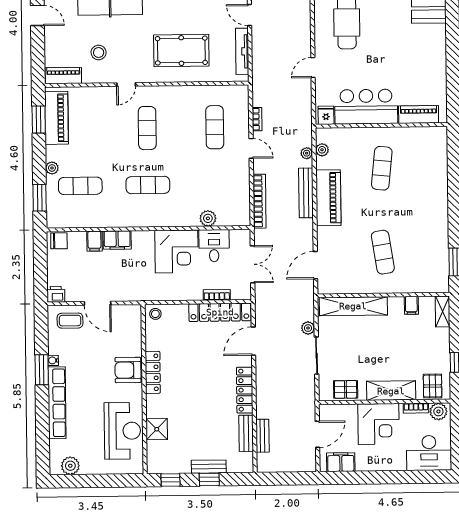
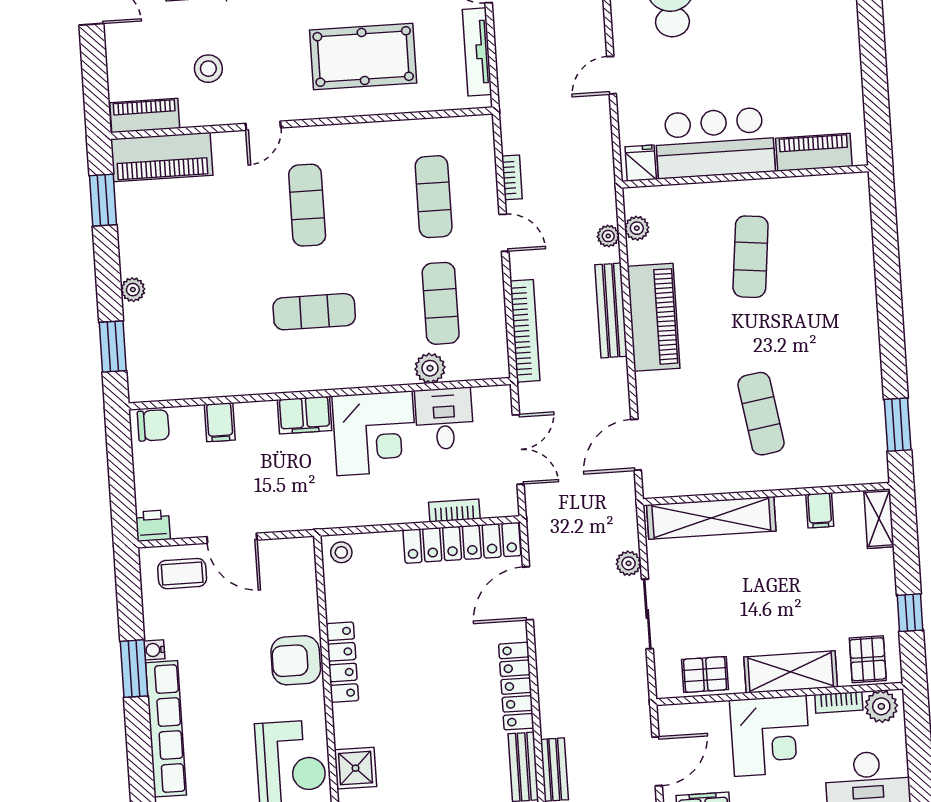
piano: (56, 118) -> (162, 157), moved, turned 90
exercise mat: (80, 186) -> (441, 303), moved, turned 90
filing cabinet: (117, 240) -> (305, 415), moved

